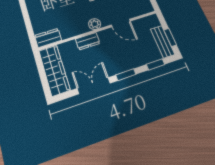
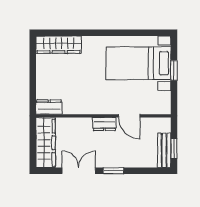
plant: (95, 24) -> (102, 108), removed
dresser: (88, 41) -> (104, 124), moved
window: (156, 64) -> (147, 171), removed

